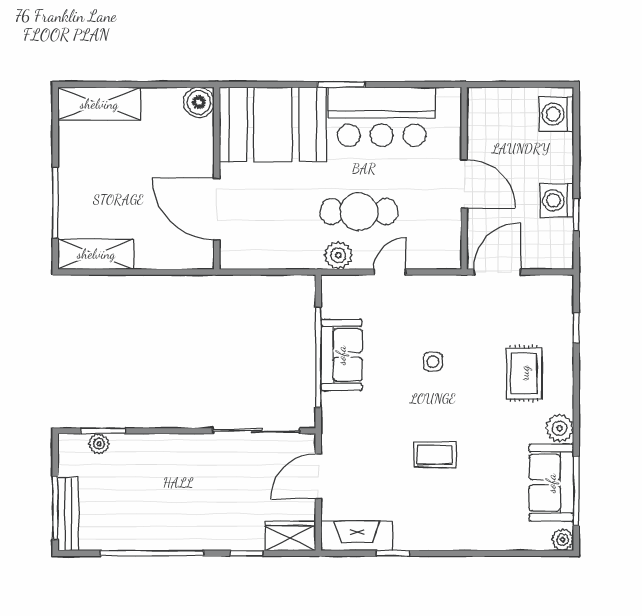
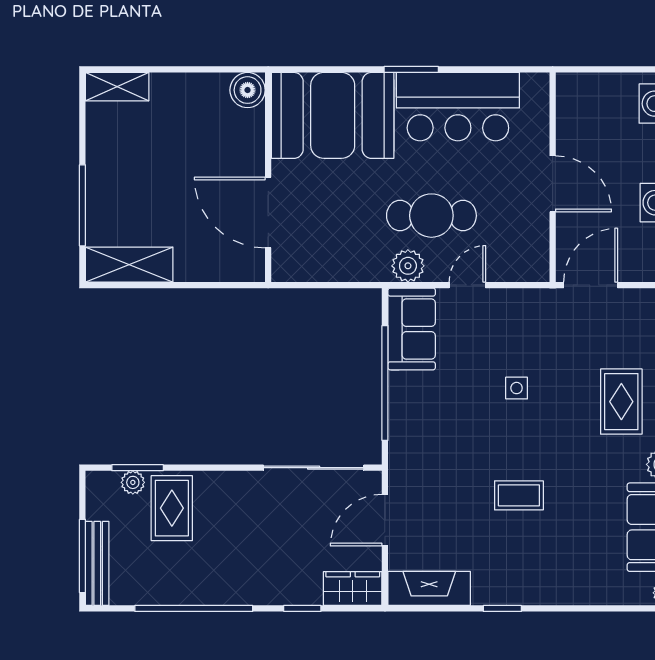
shelving: (99, 104) -> (117, 87), width x0.67, depth x0.75
sofa: (341, 355) -> (412, 329), moved
rug: (133, 466) -> (172, 508), added
window: (393, 553) -> (502, 608), moved

